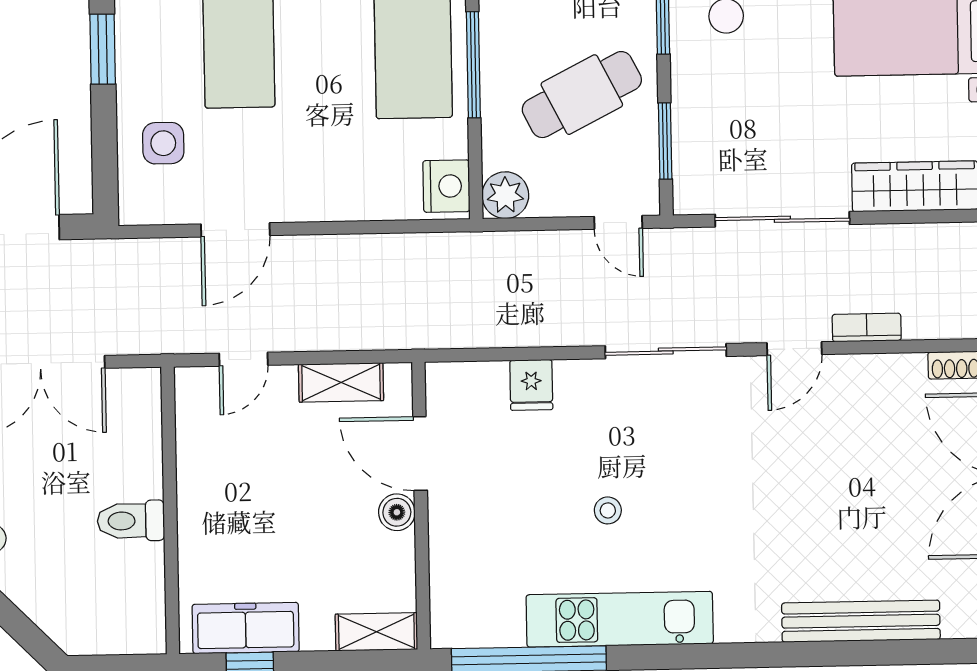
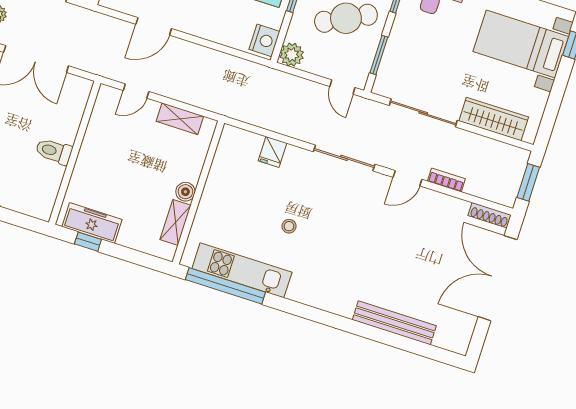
door: (420, 453) -> (207, 167), removed
kitchen unit: (620, 619) -> (242, 270), moved
shelving: (376, 632) -> (175, 222), moved, turned 90

